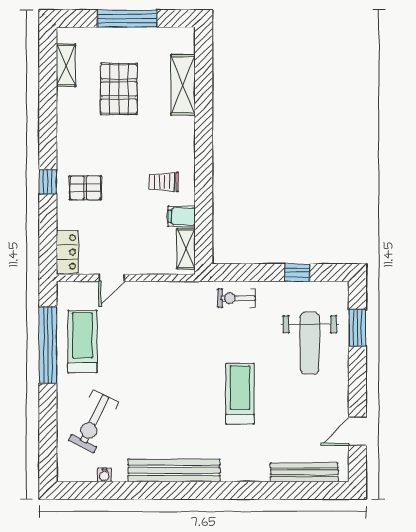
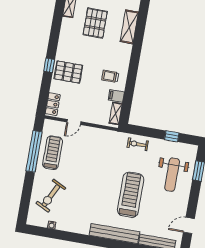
pallet: (85, 188) -> (68, 72), width x1.50, depth x1.42
treadmill: (240, 394) -> (131, 195), width x1.37, depth x1.38
bench: (174, 470) -> (114, 234), moved

